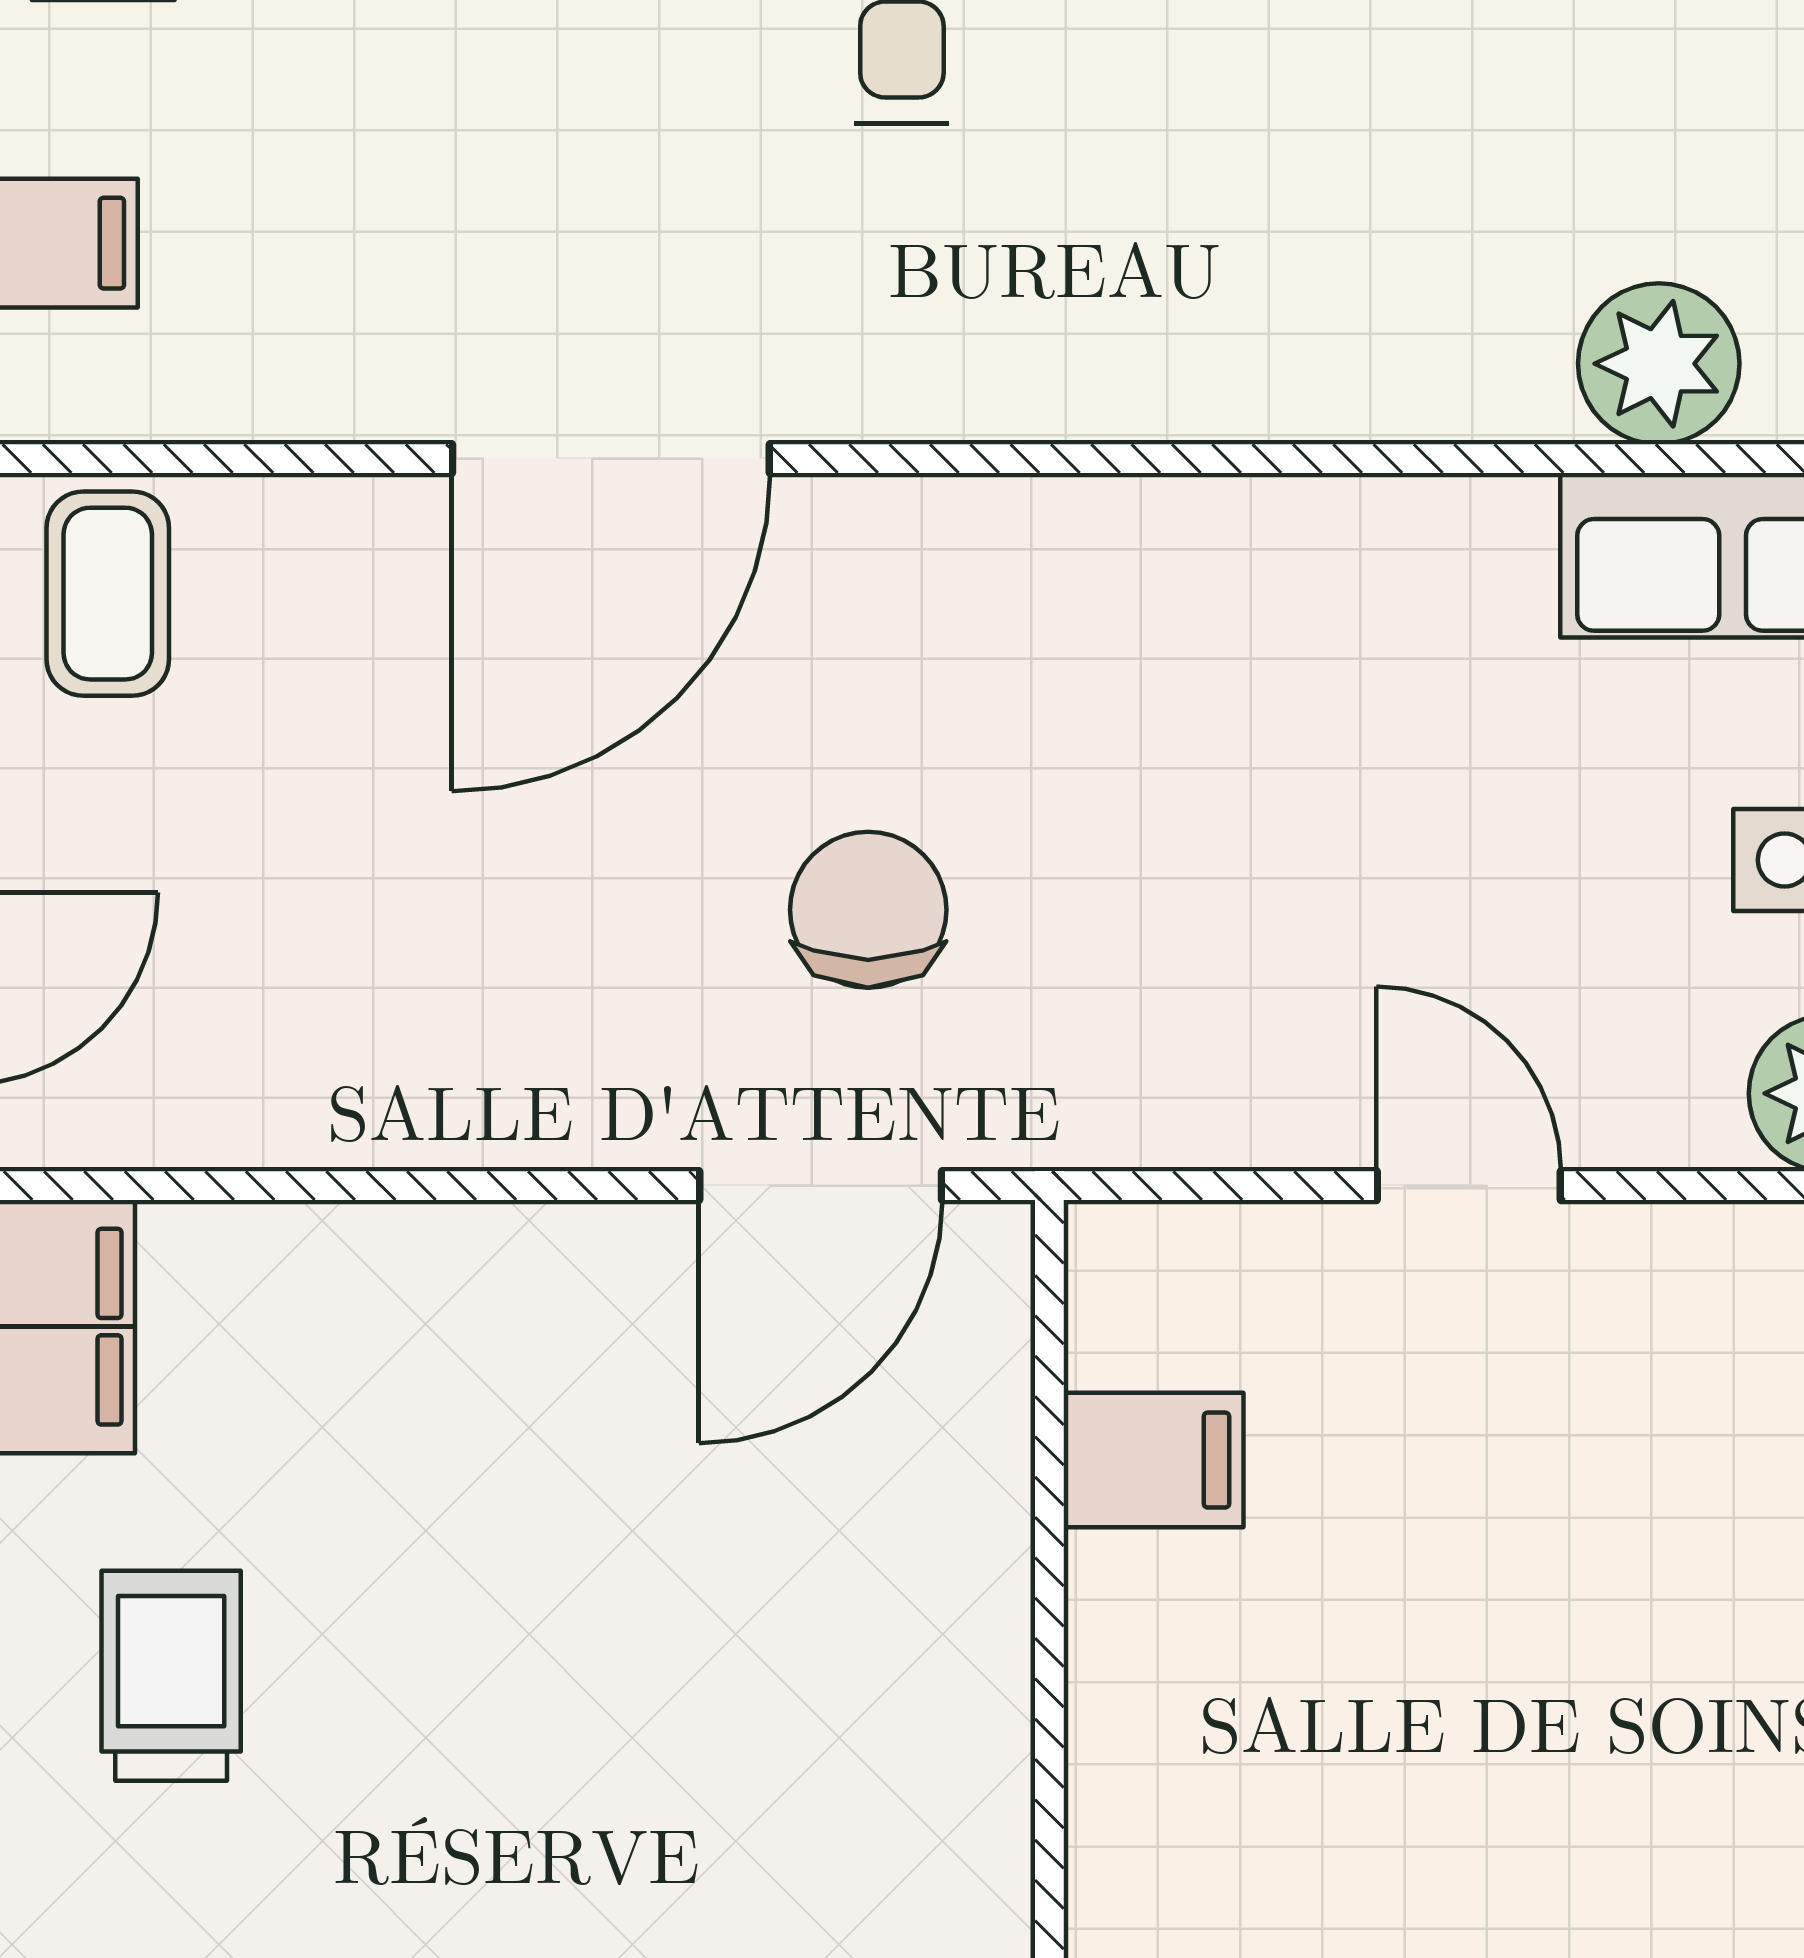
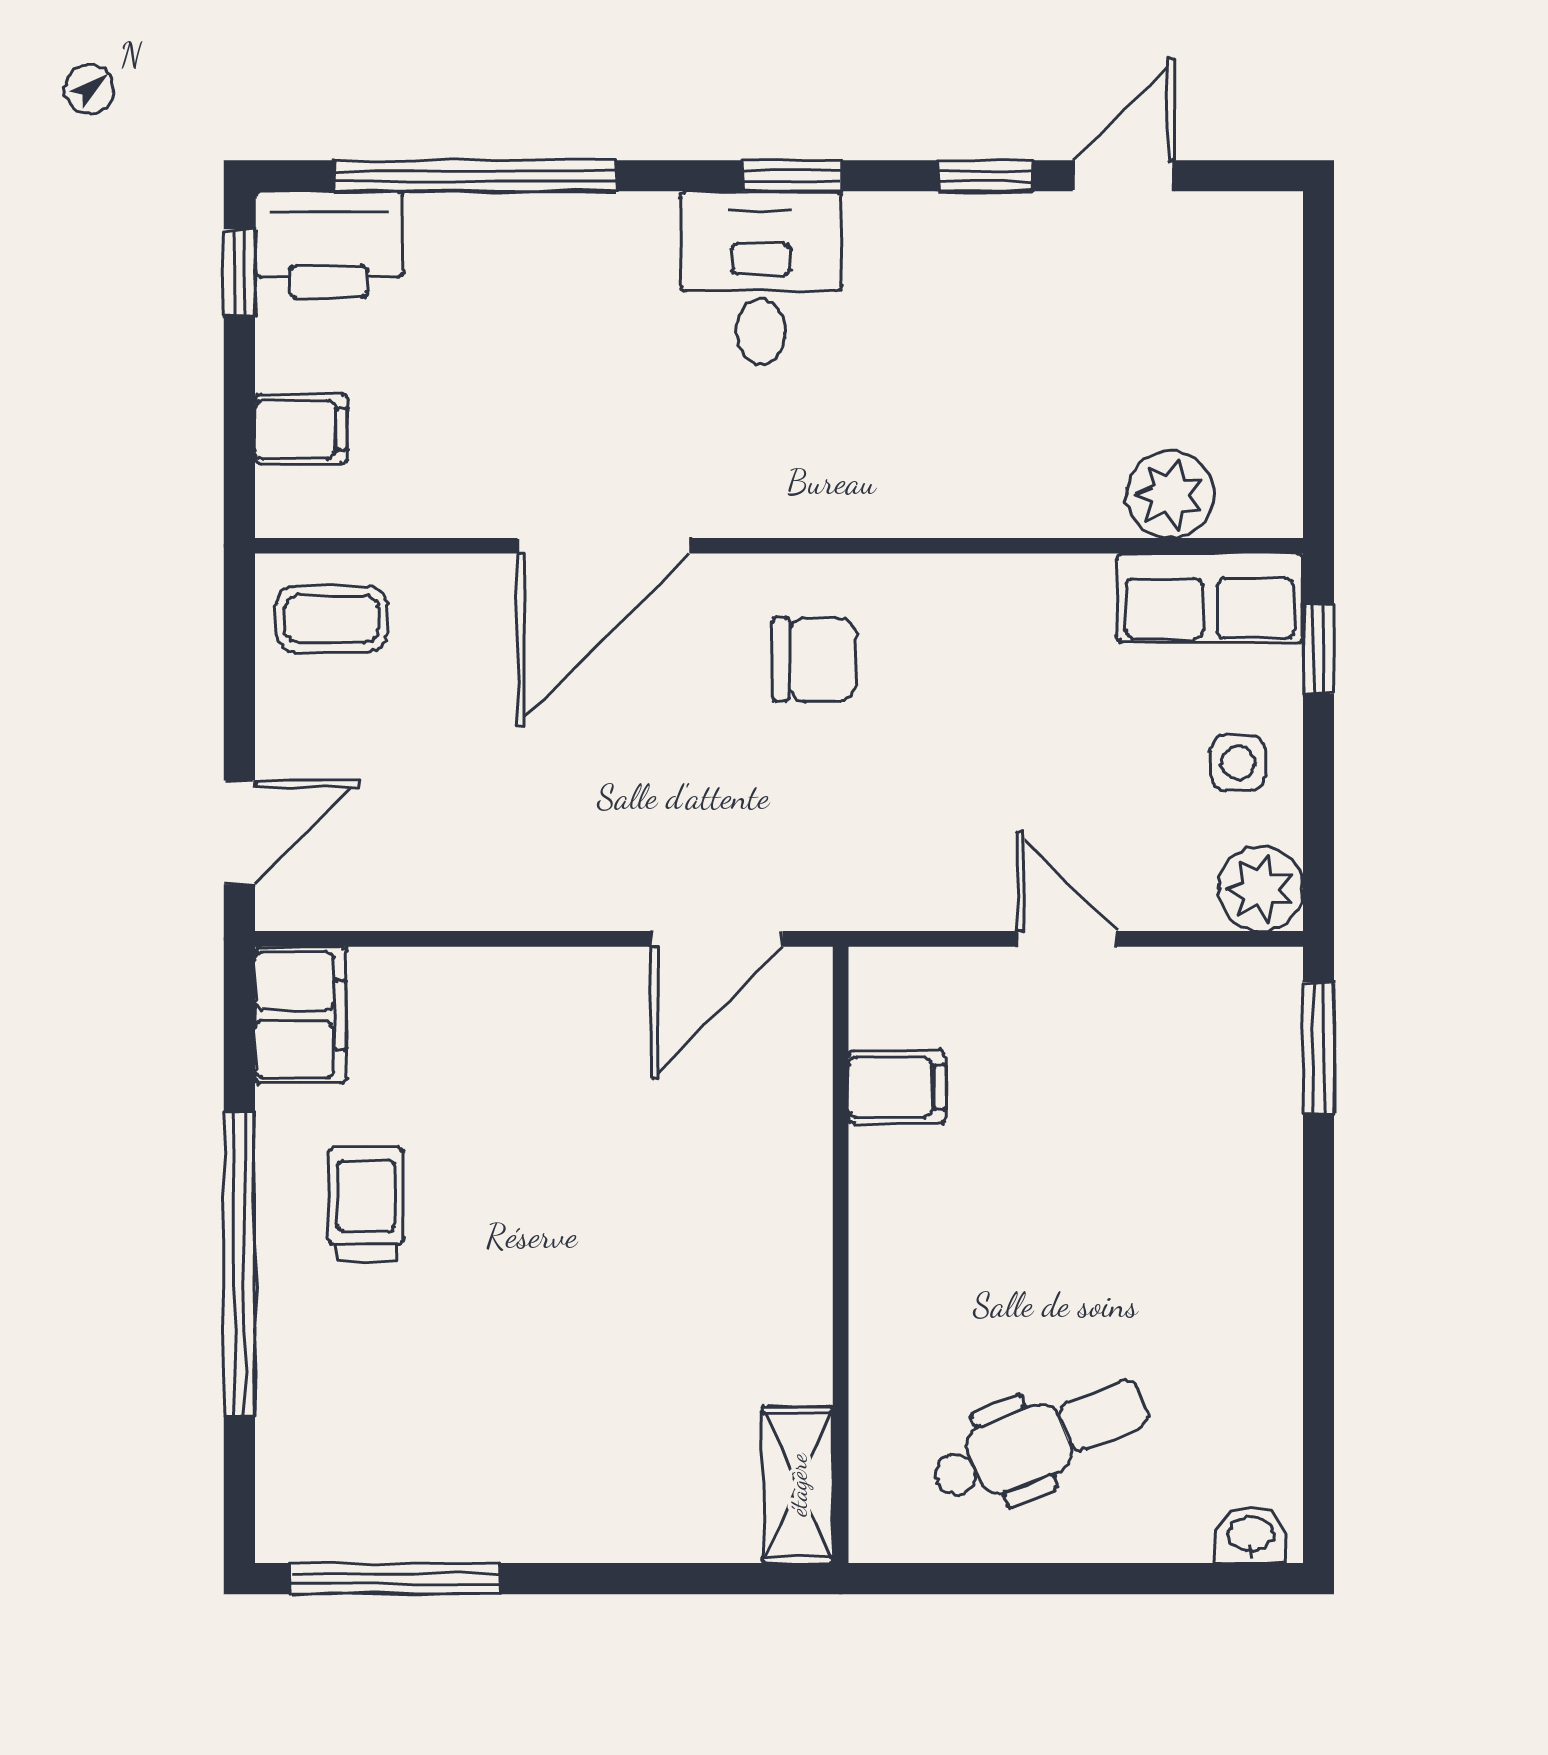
coffee table: (108, 594) -> (332, 619), turned 90
chair: (868, 910) -> (814, 659), moved, turned 90

